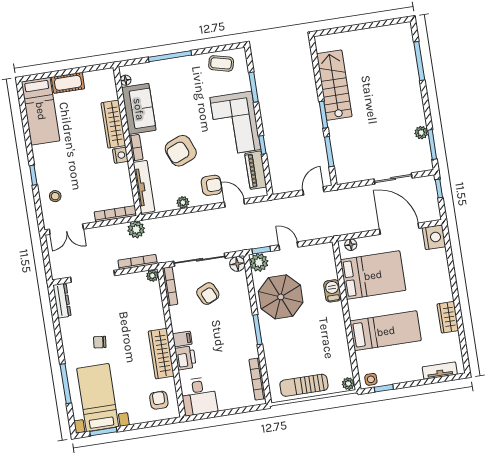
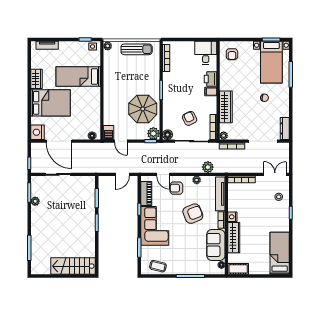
cot: (68, 83) -> (238, 269), moved
stairs: (334, 85) -> (73, 266), moved, turned 90
door: (313, 191) -> (122, 174), moved
plant: (136, 229) -> (208, 167), moved
door: (288, 246) -> (121, 141), moved
bed: (373, 275) -> (51, 103), moved, turned 180
barbecue: (332, 291) -> (109, 132), moved
wardrobe: (161, 354) -> (226, 107), moved

